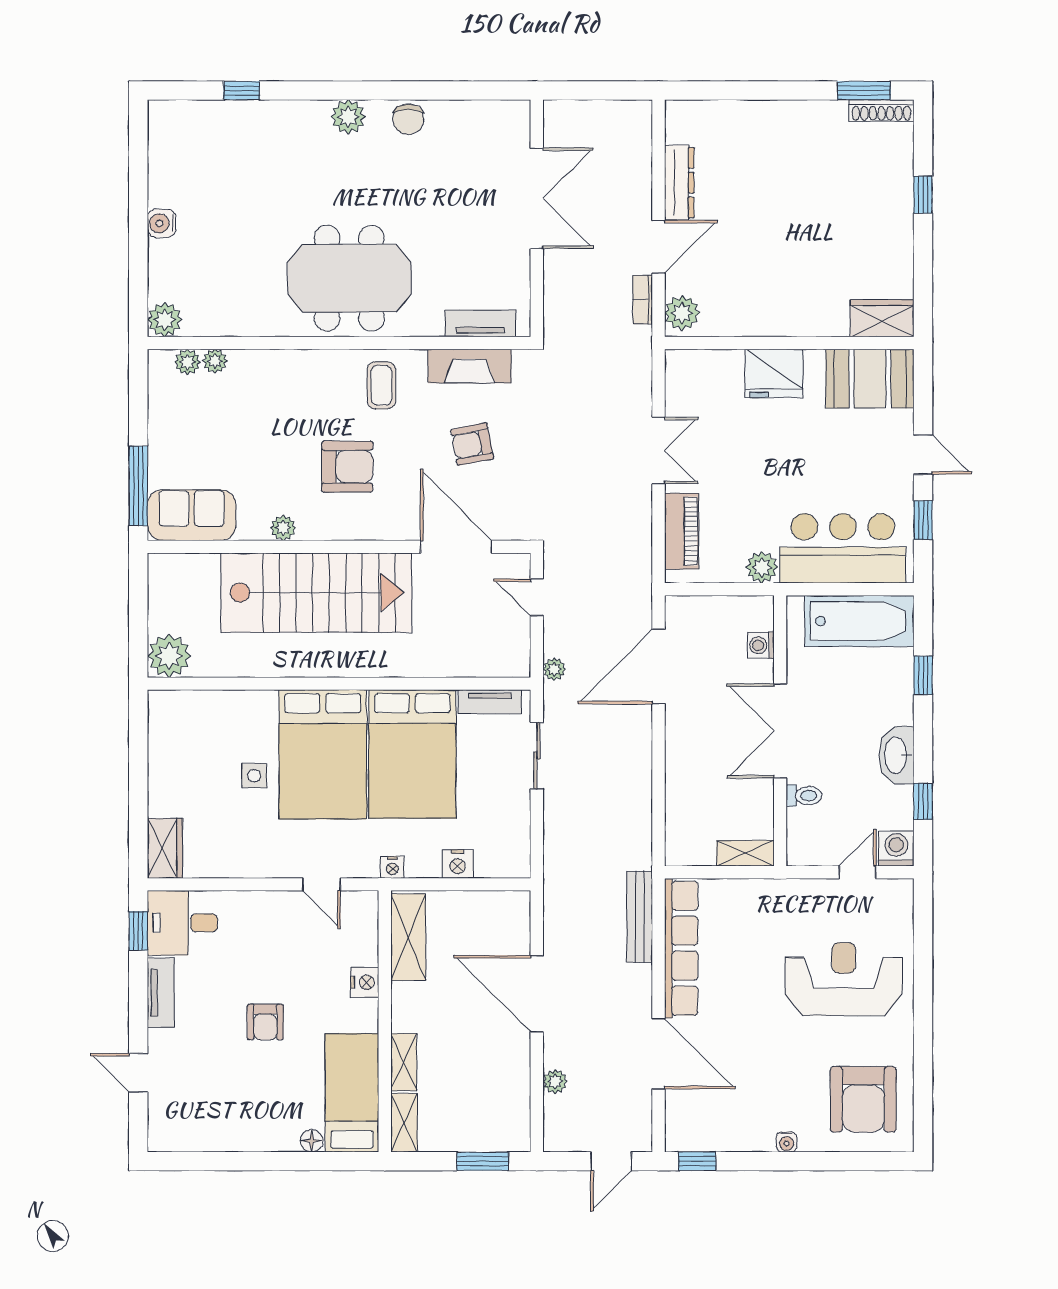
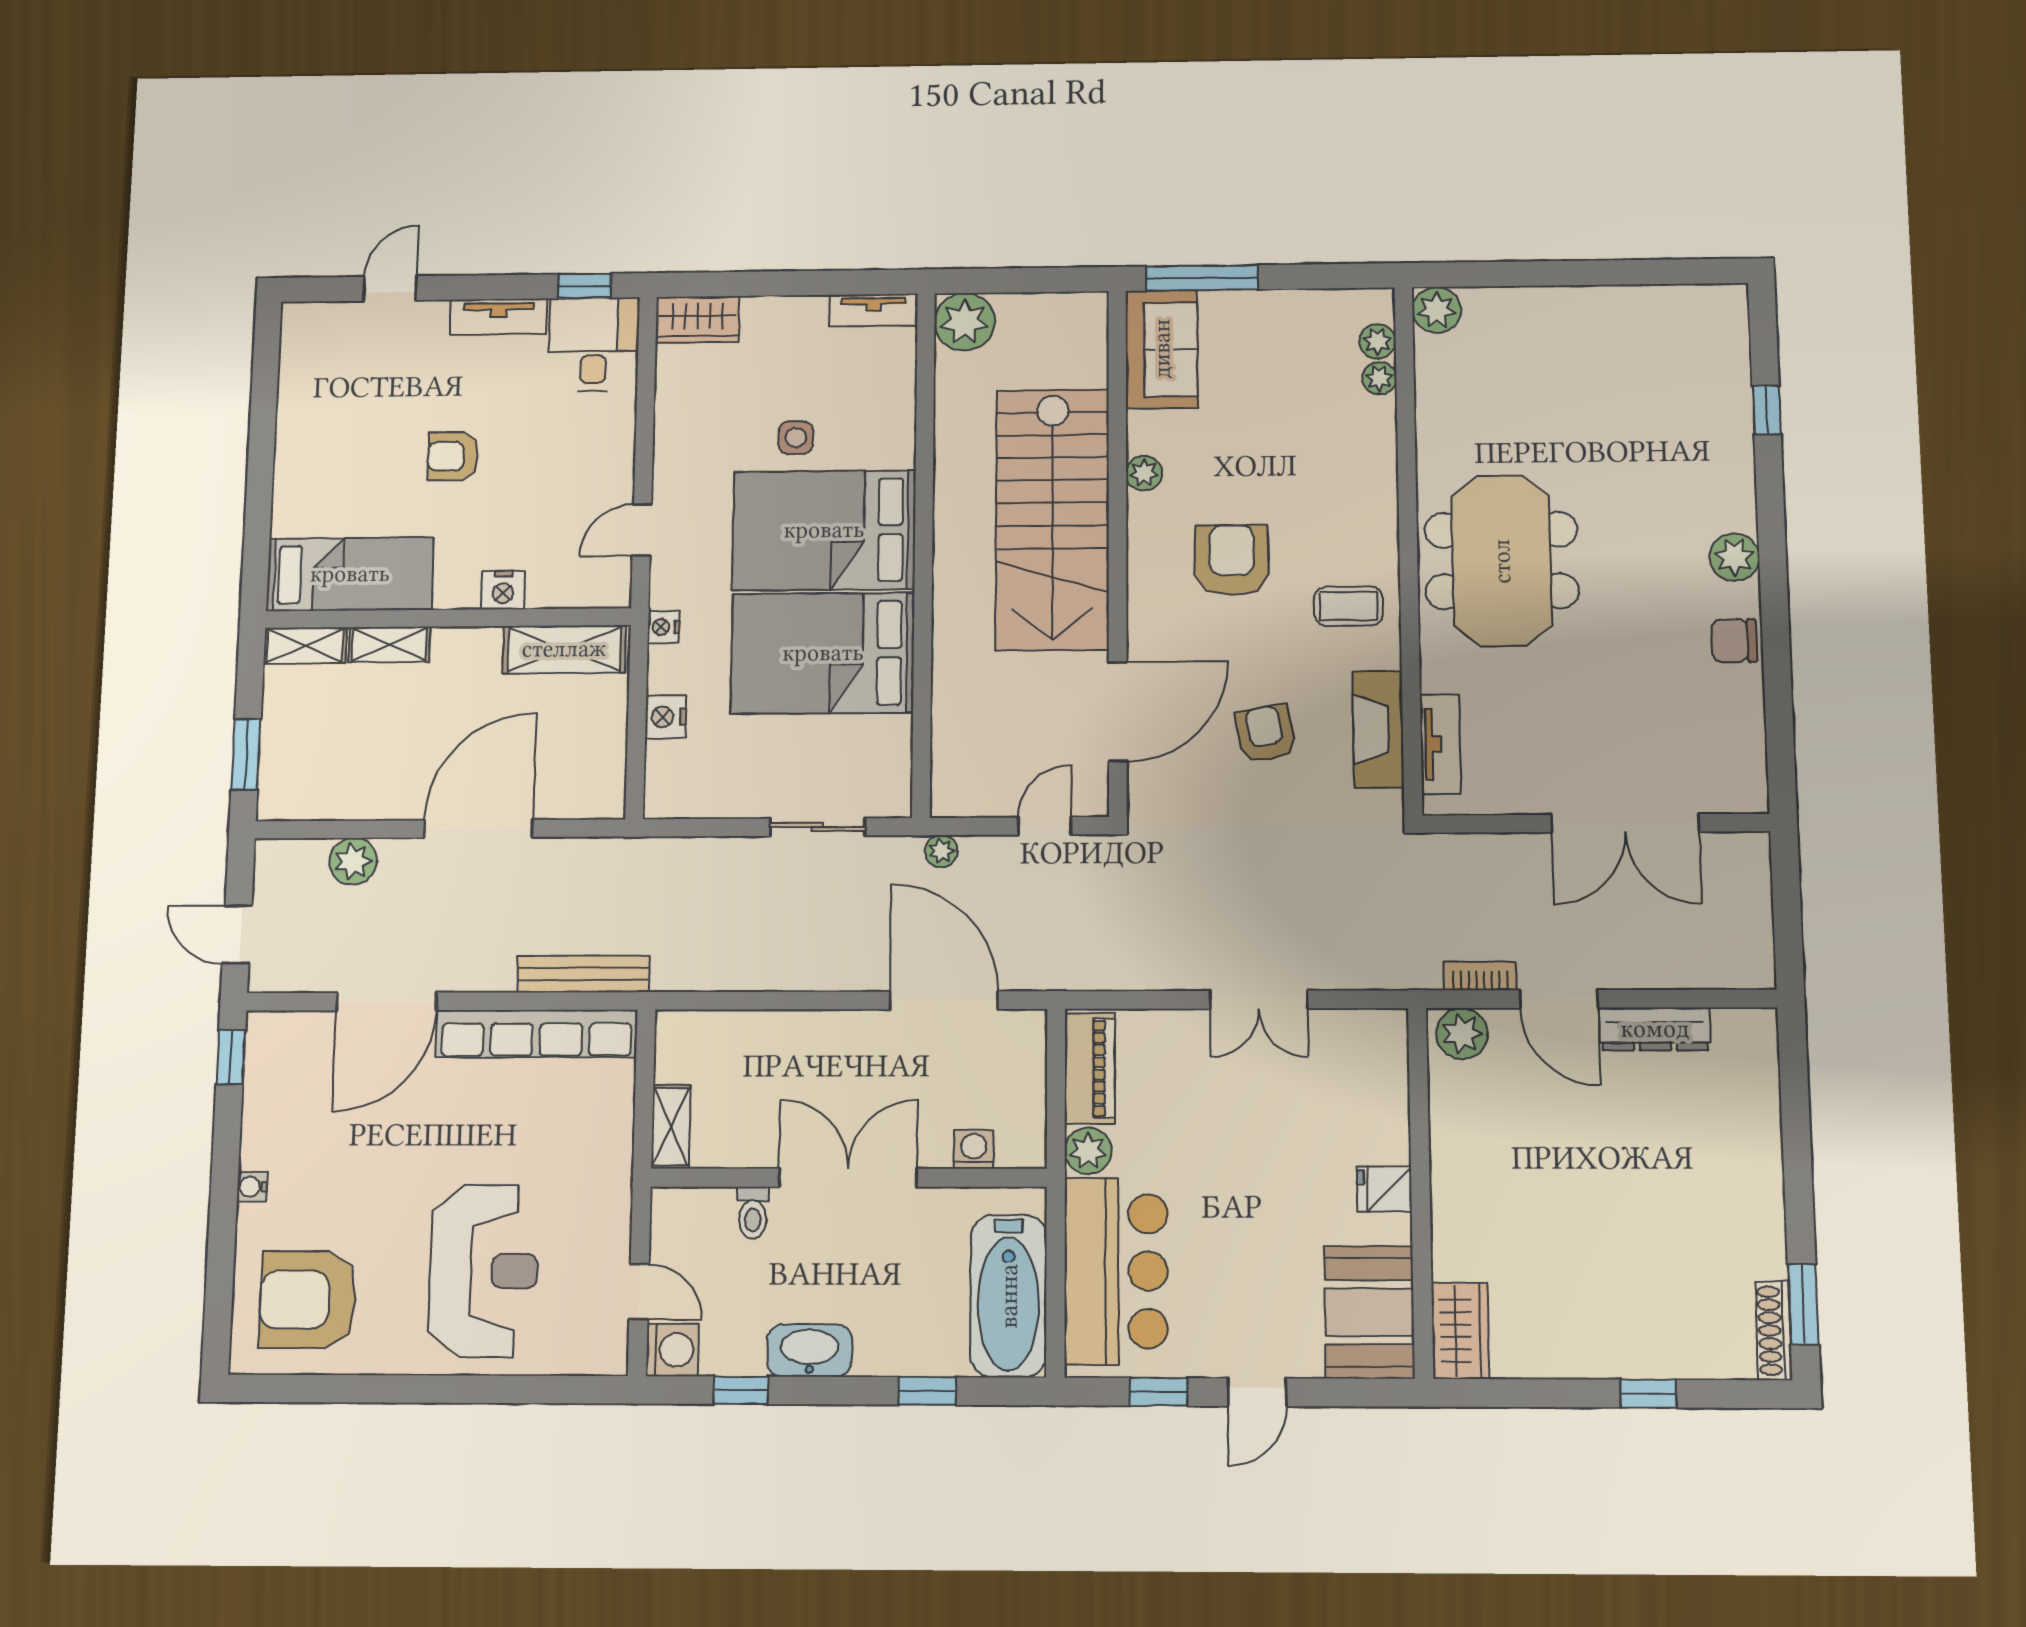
water cooler: (162, 223) -> (1573, 304), removed
fridge: (774, 373) -> (1384, 1189), width x0.53, depth x0.75
armchair: (347, 467) -> (1232, 560), turned 180
piano: (682, 531) -> (1090, 1068), moved, turned -90
tv unit: (490, 702) -> (874, 310), moved, turned -90
plant: (555, 1081) -> (353, 861), width x1.38, depth x1.38
floor lamp: (312, 1141) -> (286, 520), removed

